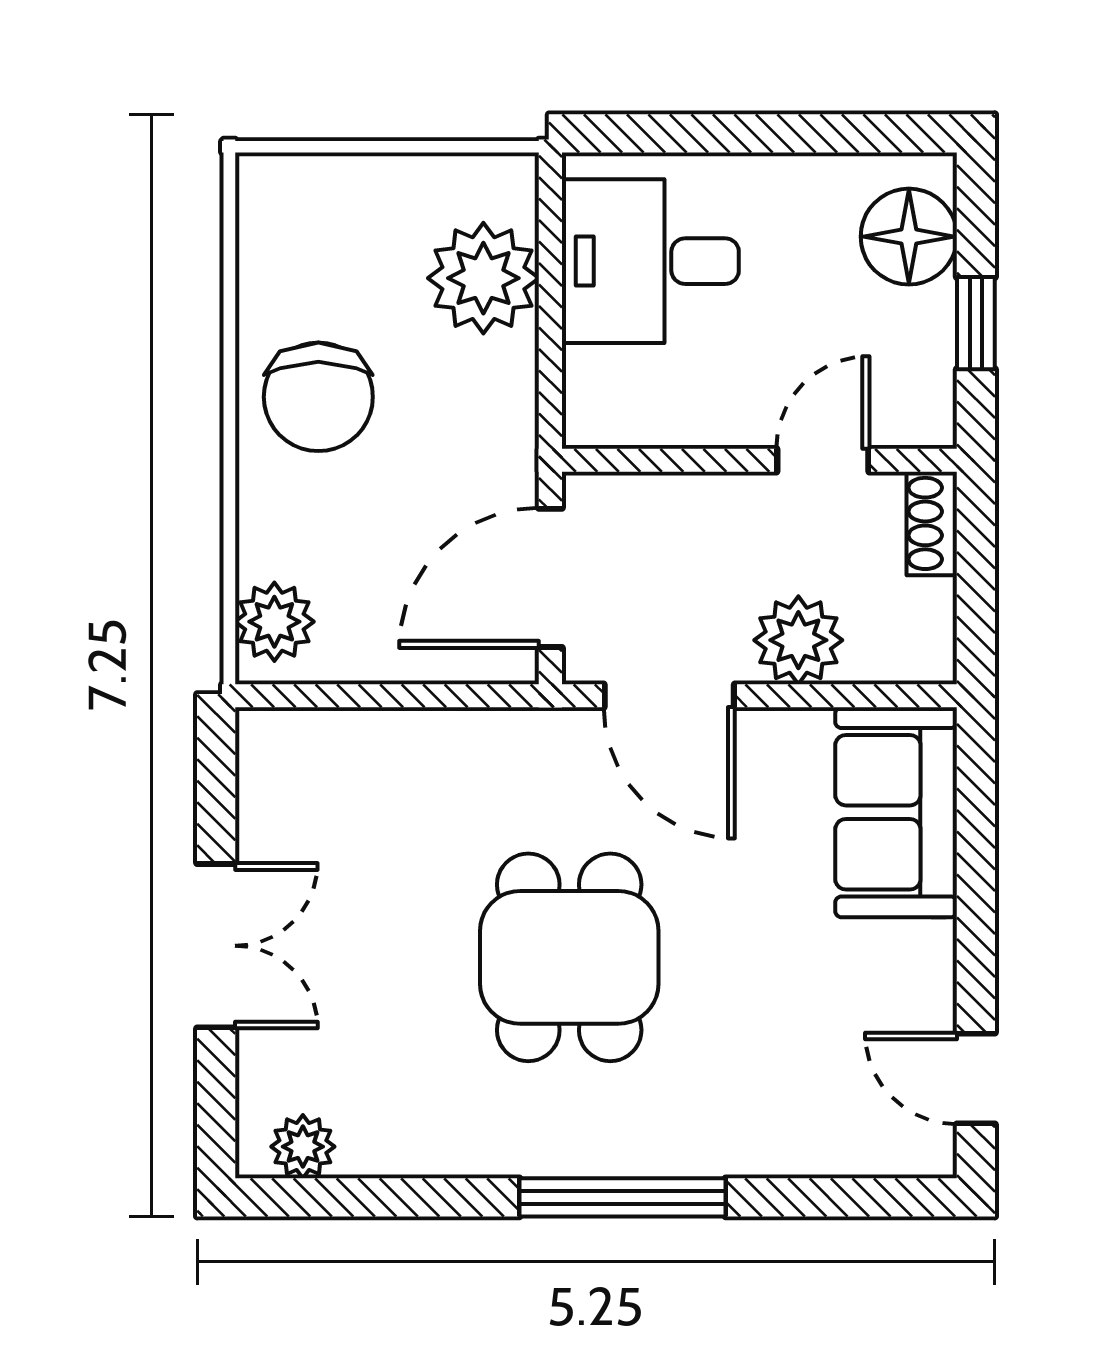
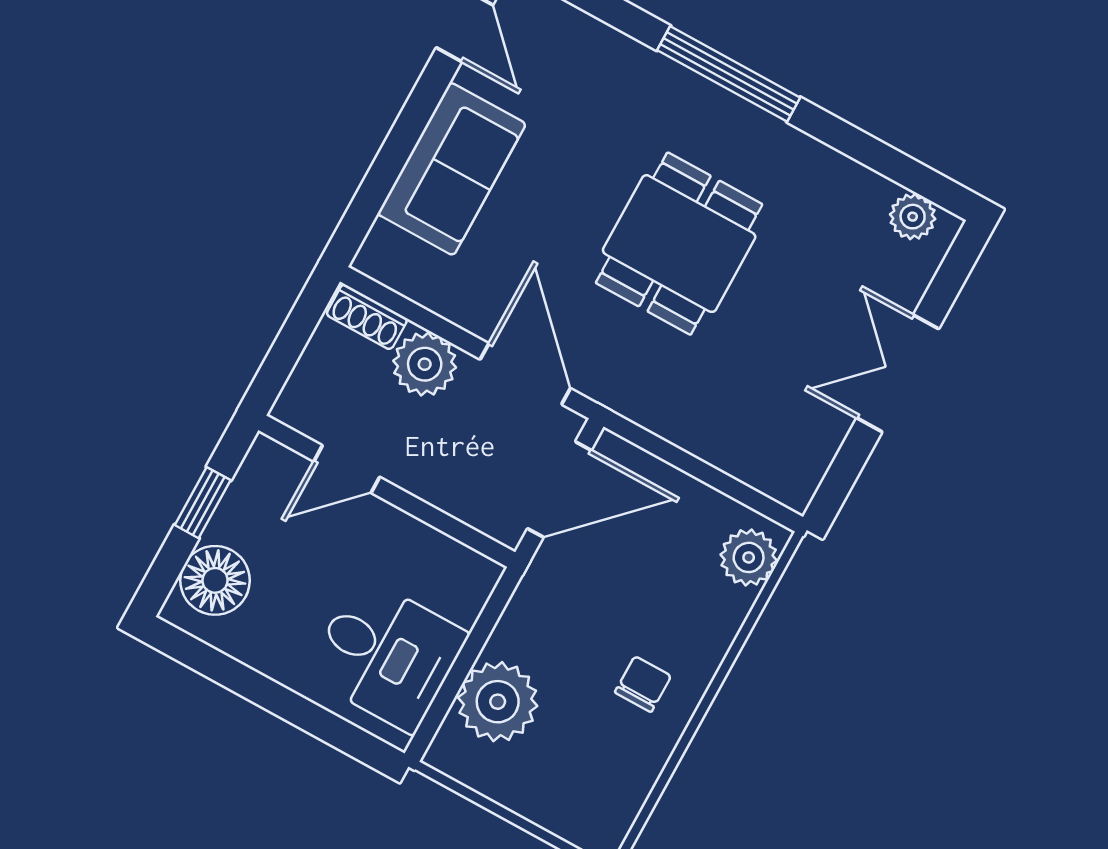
chair: (318, 397) -> (643, 684), width x0.54, depth x0.54
shoe rack: (932, 523) -> (367, 317), moved, turned 90
sofa: (896, 812) -> (452, 169), moved

